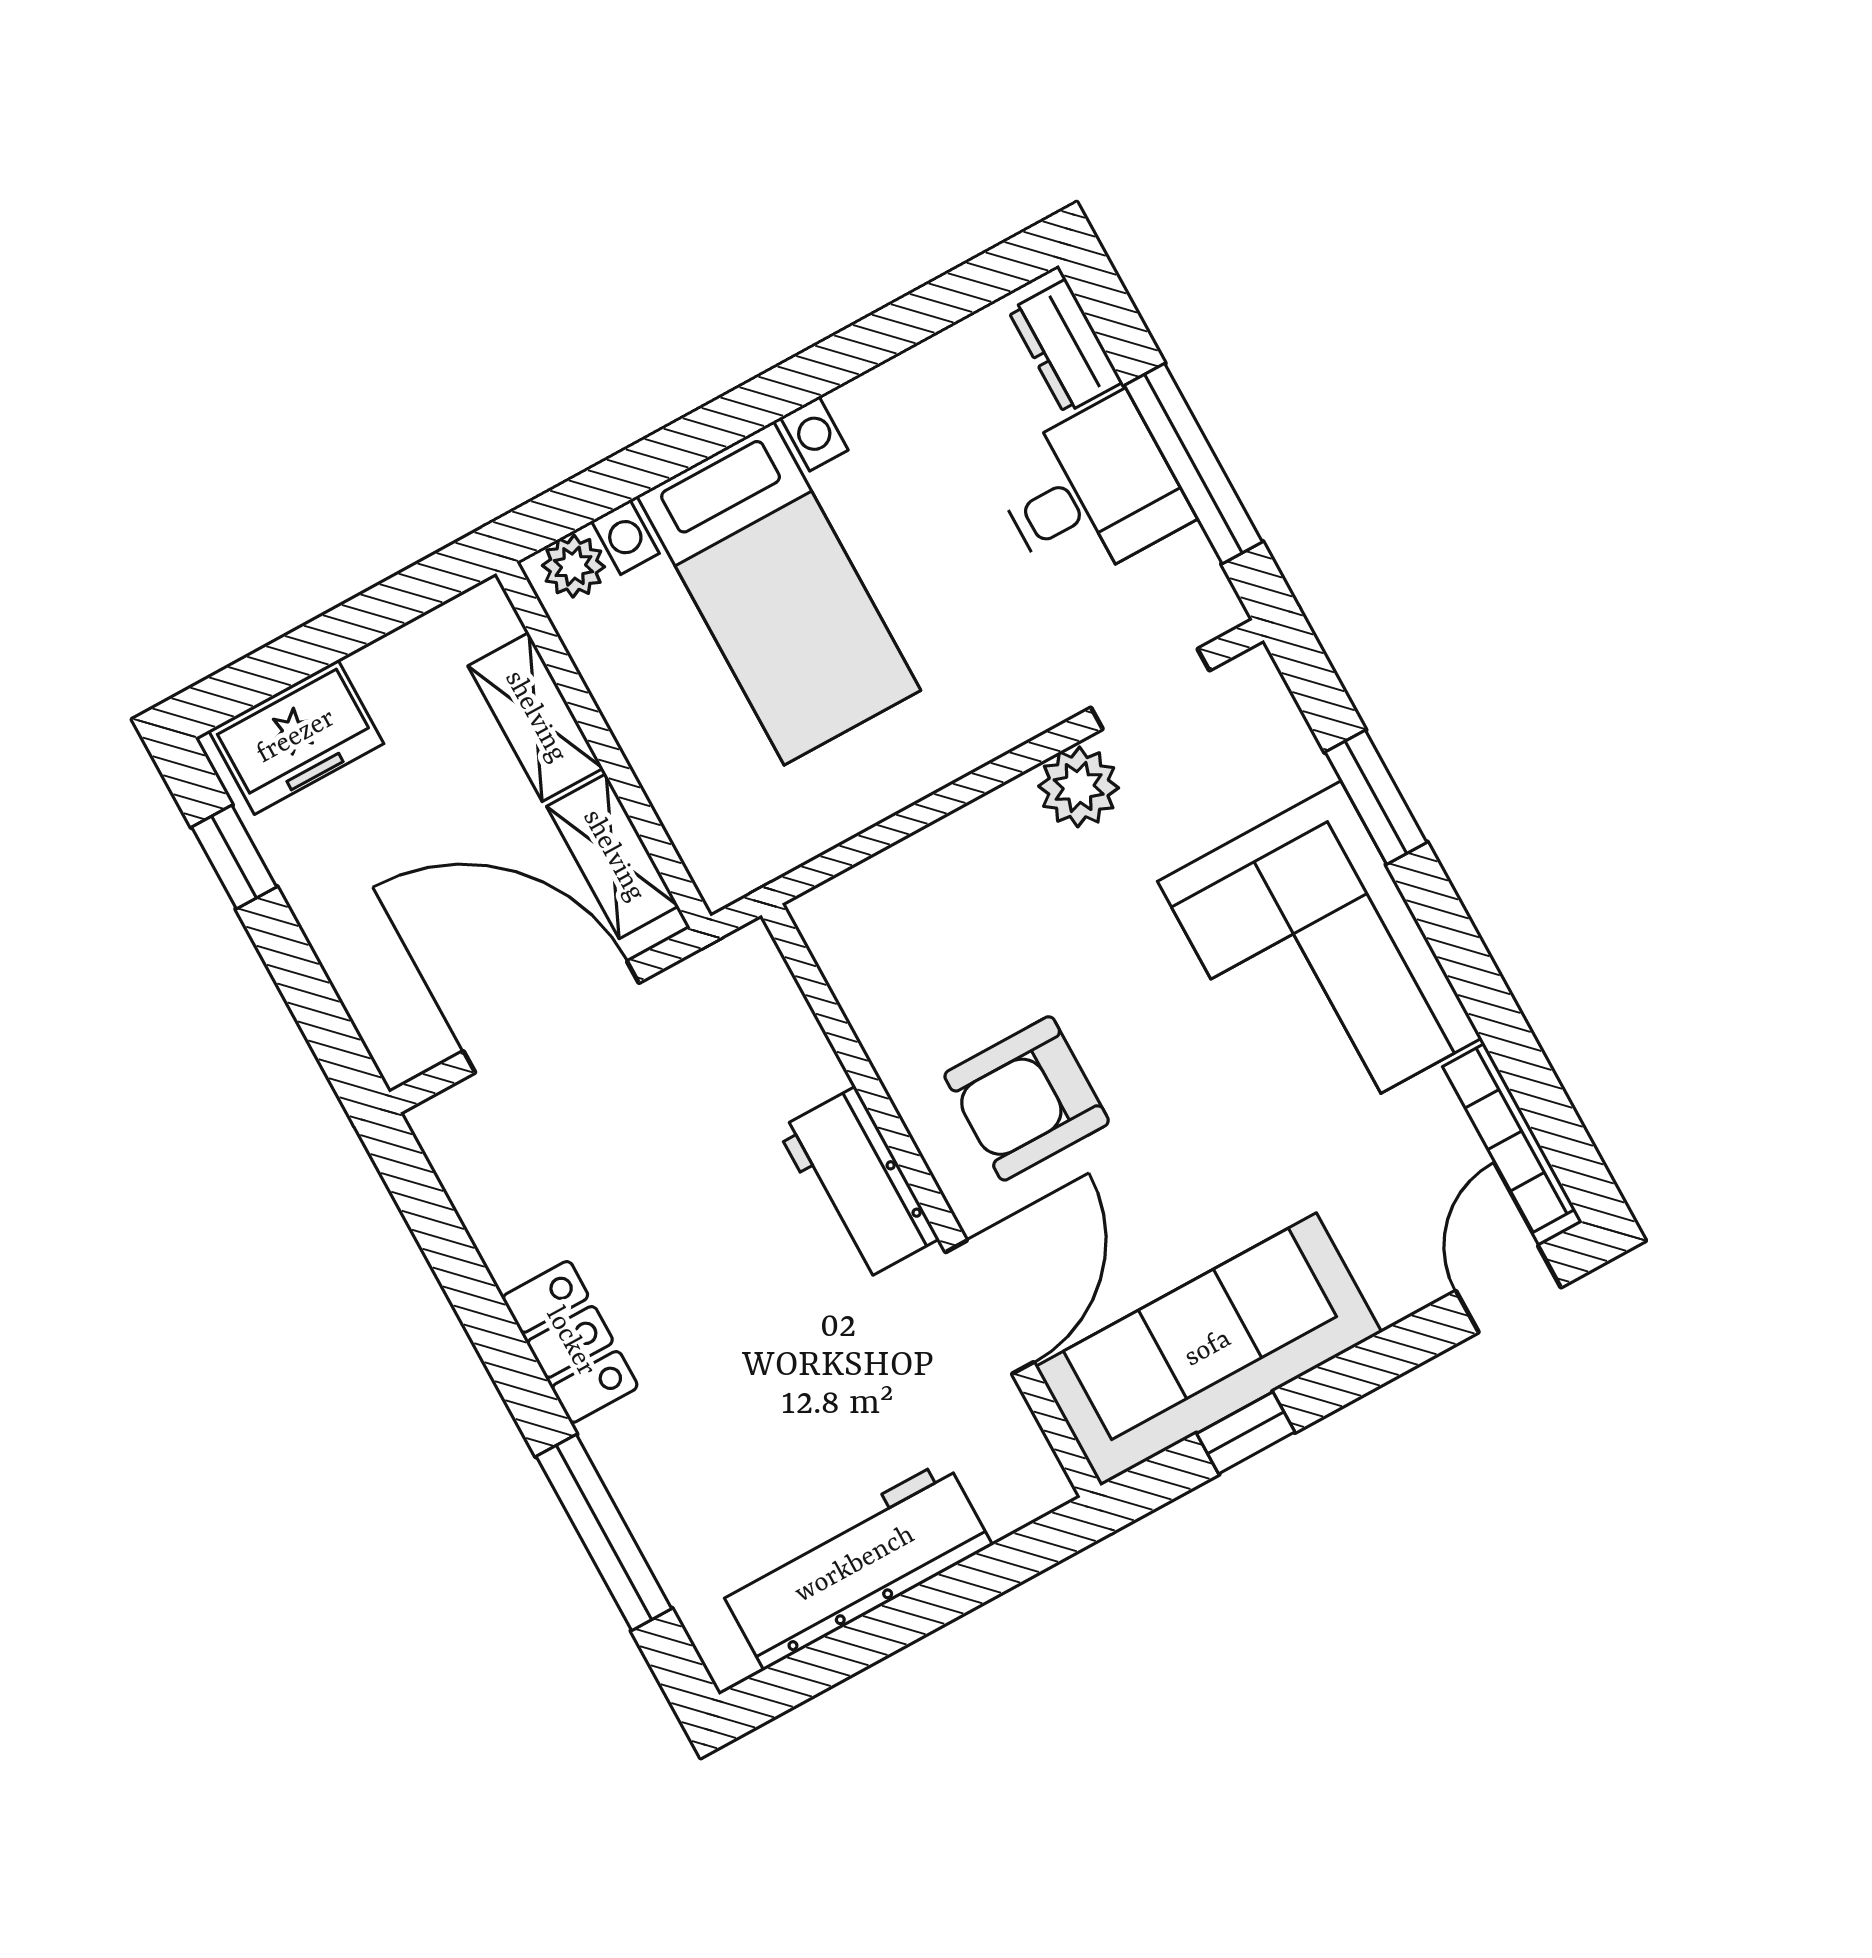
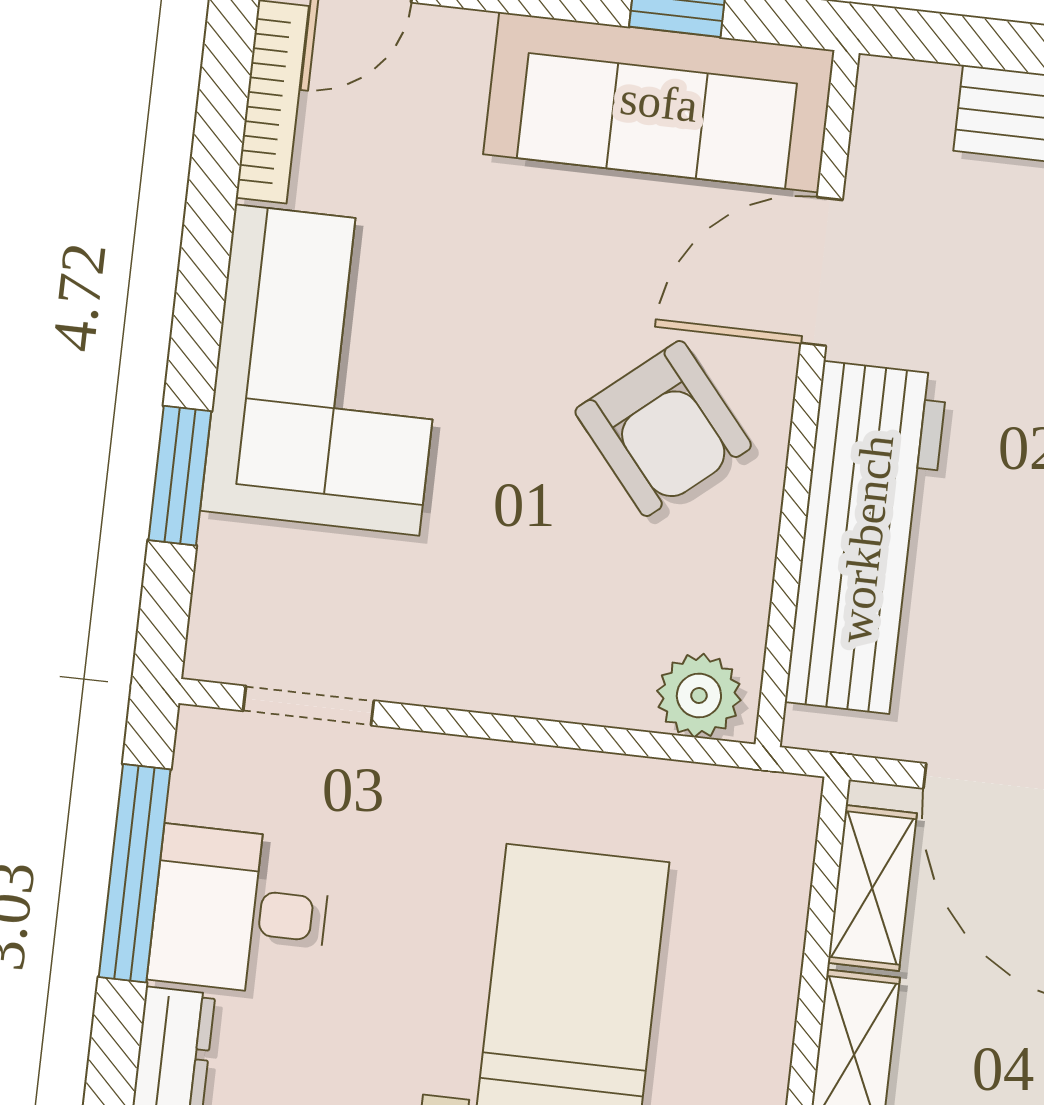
plant: (1079, 787) -> (699, 695), moved
armchair: (1027, 1098) -> (663, 429), turned 50
workbench: (858, 1184) -> (866, 539), width x1.88, depth x1.32

